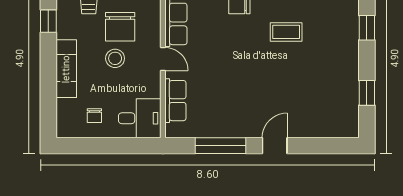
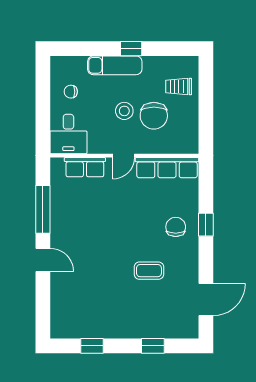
window: (48, 21) -> (131, 49), moved
chair: (120, 27) -> (154, 116), turned -90
coffee table: (286, 32) -> (149, 271), turned 90

